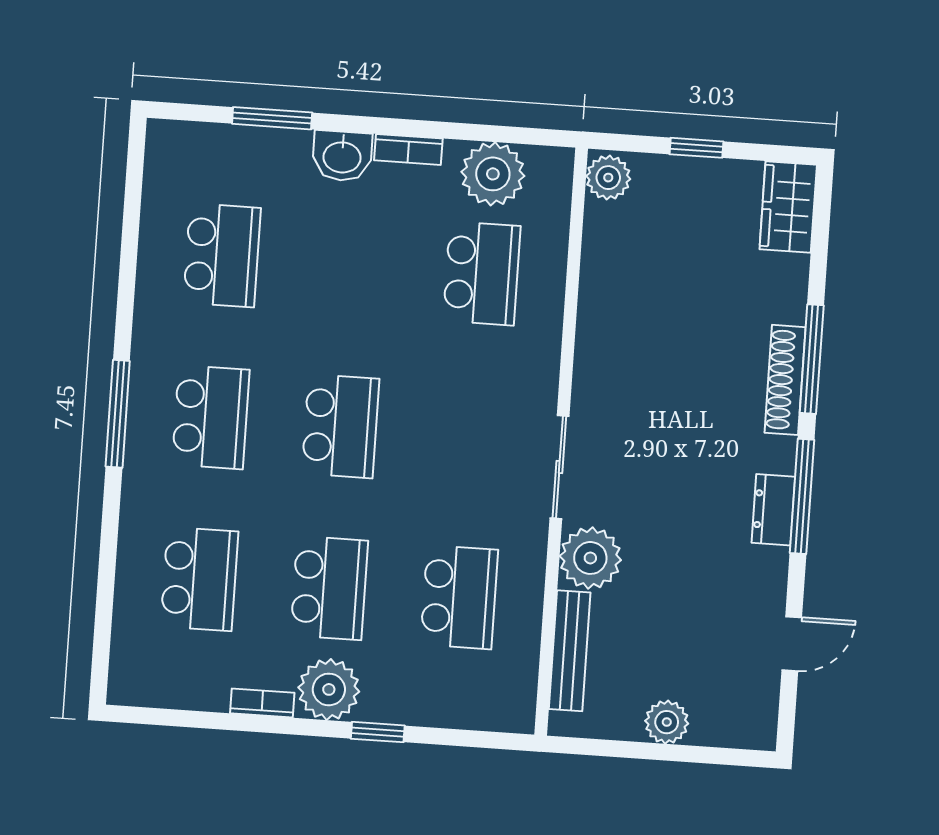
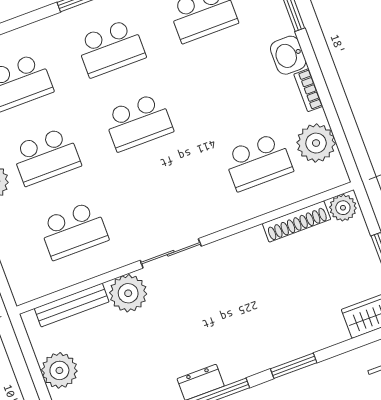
window: (812, 359) -> (294, 366), width x0.69
shoe rack: (785, 380) -> (296, 221), moved, turned 180
plant: (667, 722) -> (59, 370), width x1.36, depth x1.36

